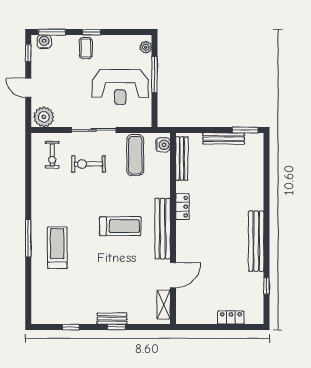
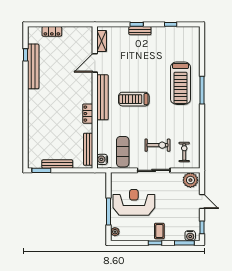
bench: (256, 241) -> (33, 66), moved
treadmill: (57, 248) -> (180, 83), width x1.37, depth x1.38

